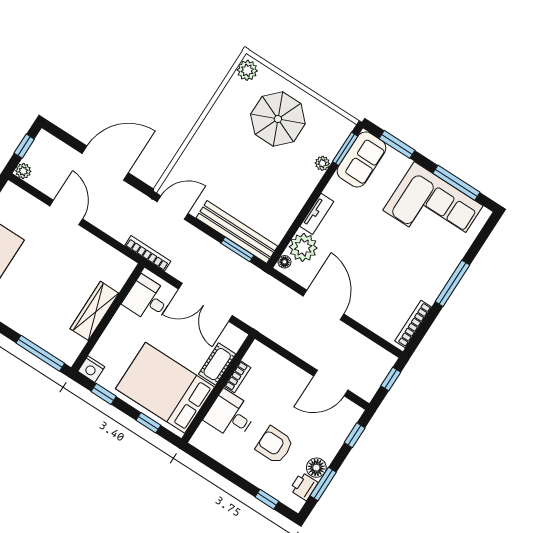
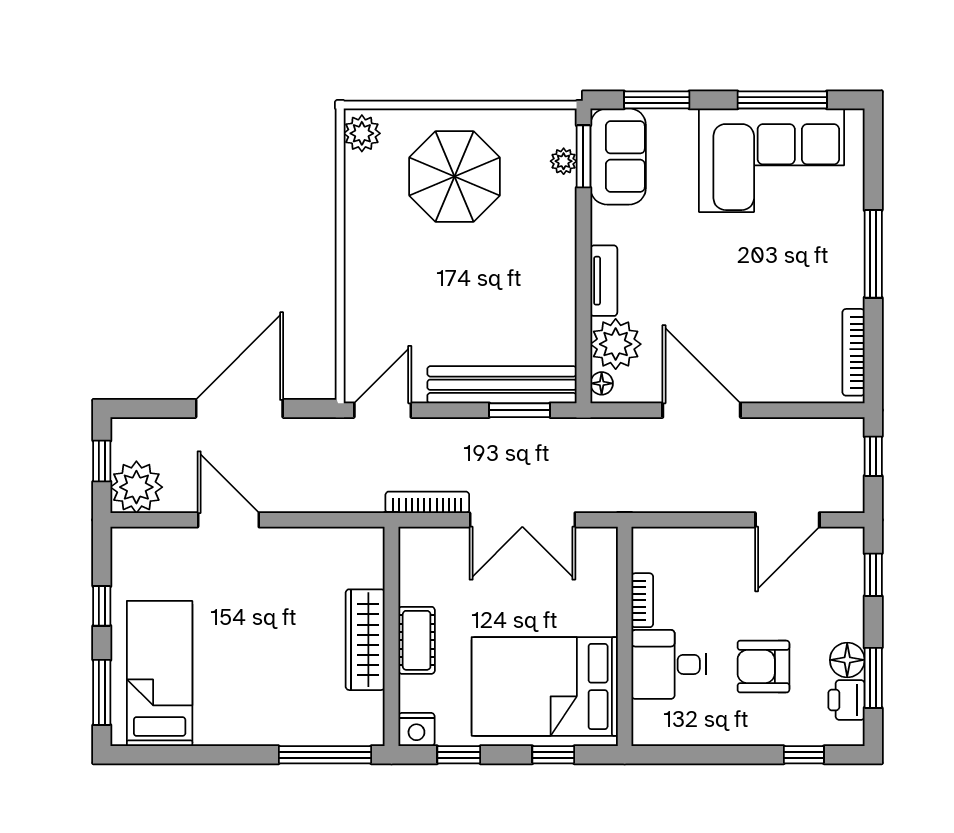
plant: (322, 163) -> (564, 161), moved
plant: (23, 171) -> (136, 487), width x1.88, depth x1.88
bookcase: (148, 253) -> (427, 502), moved
desk: (148, 299) -> (434, 571), removed
cot: (217, 364) -> (417, 640), moved

